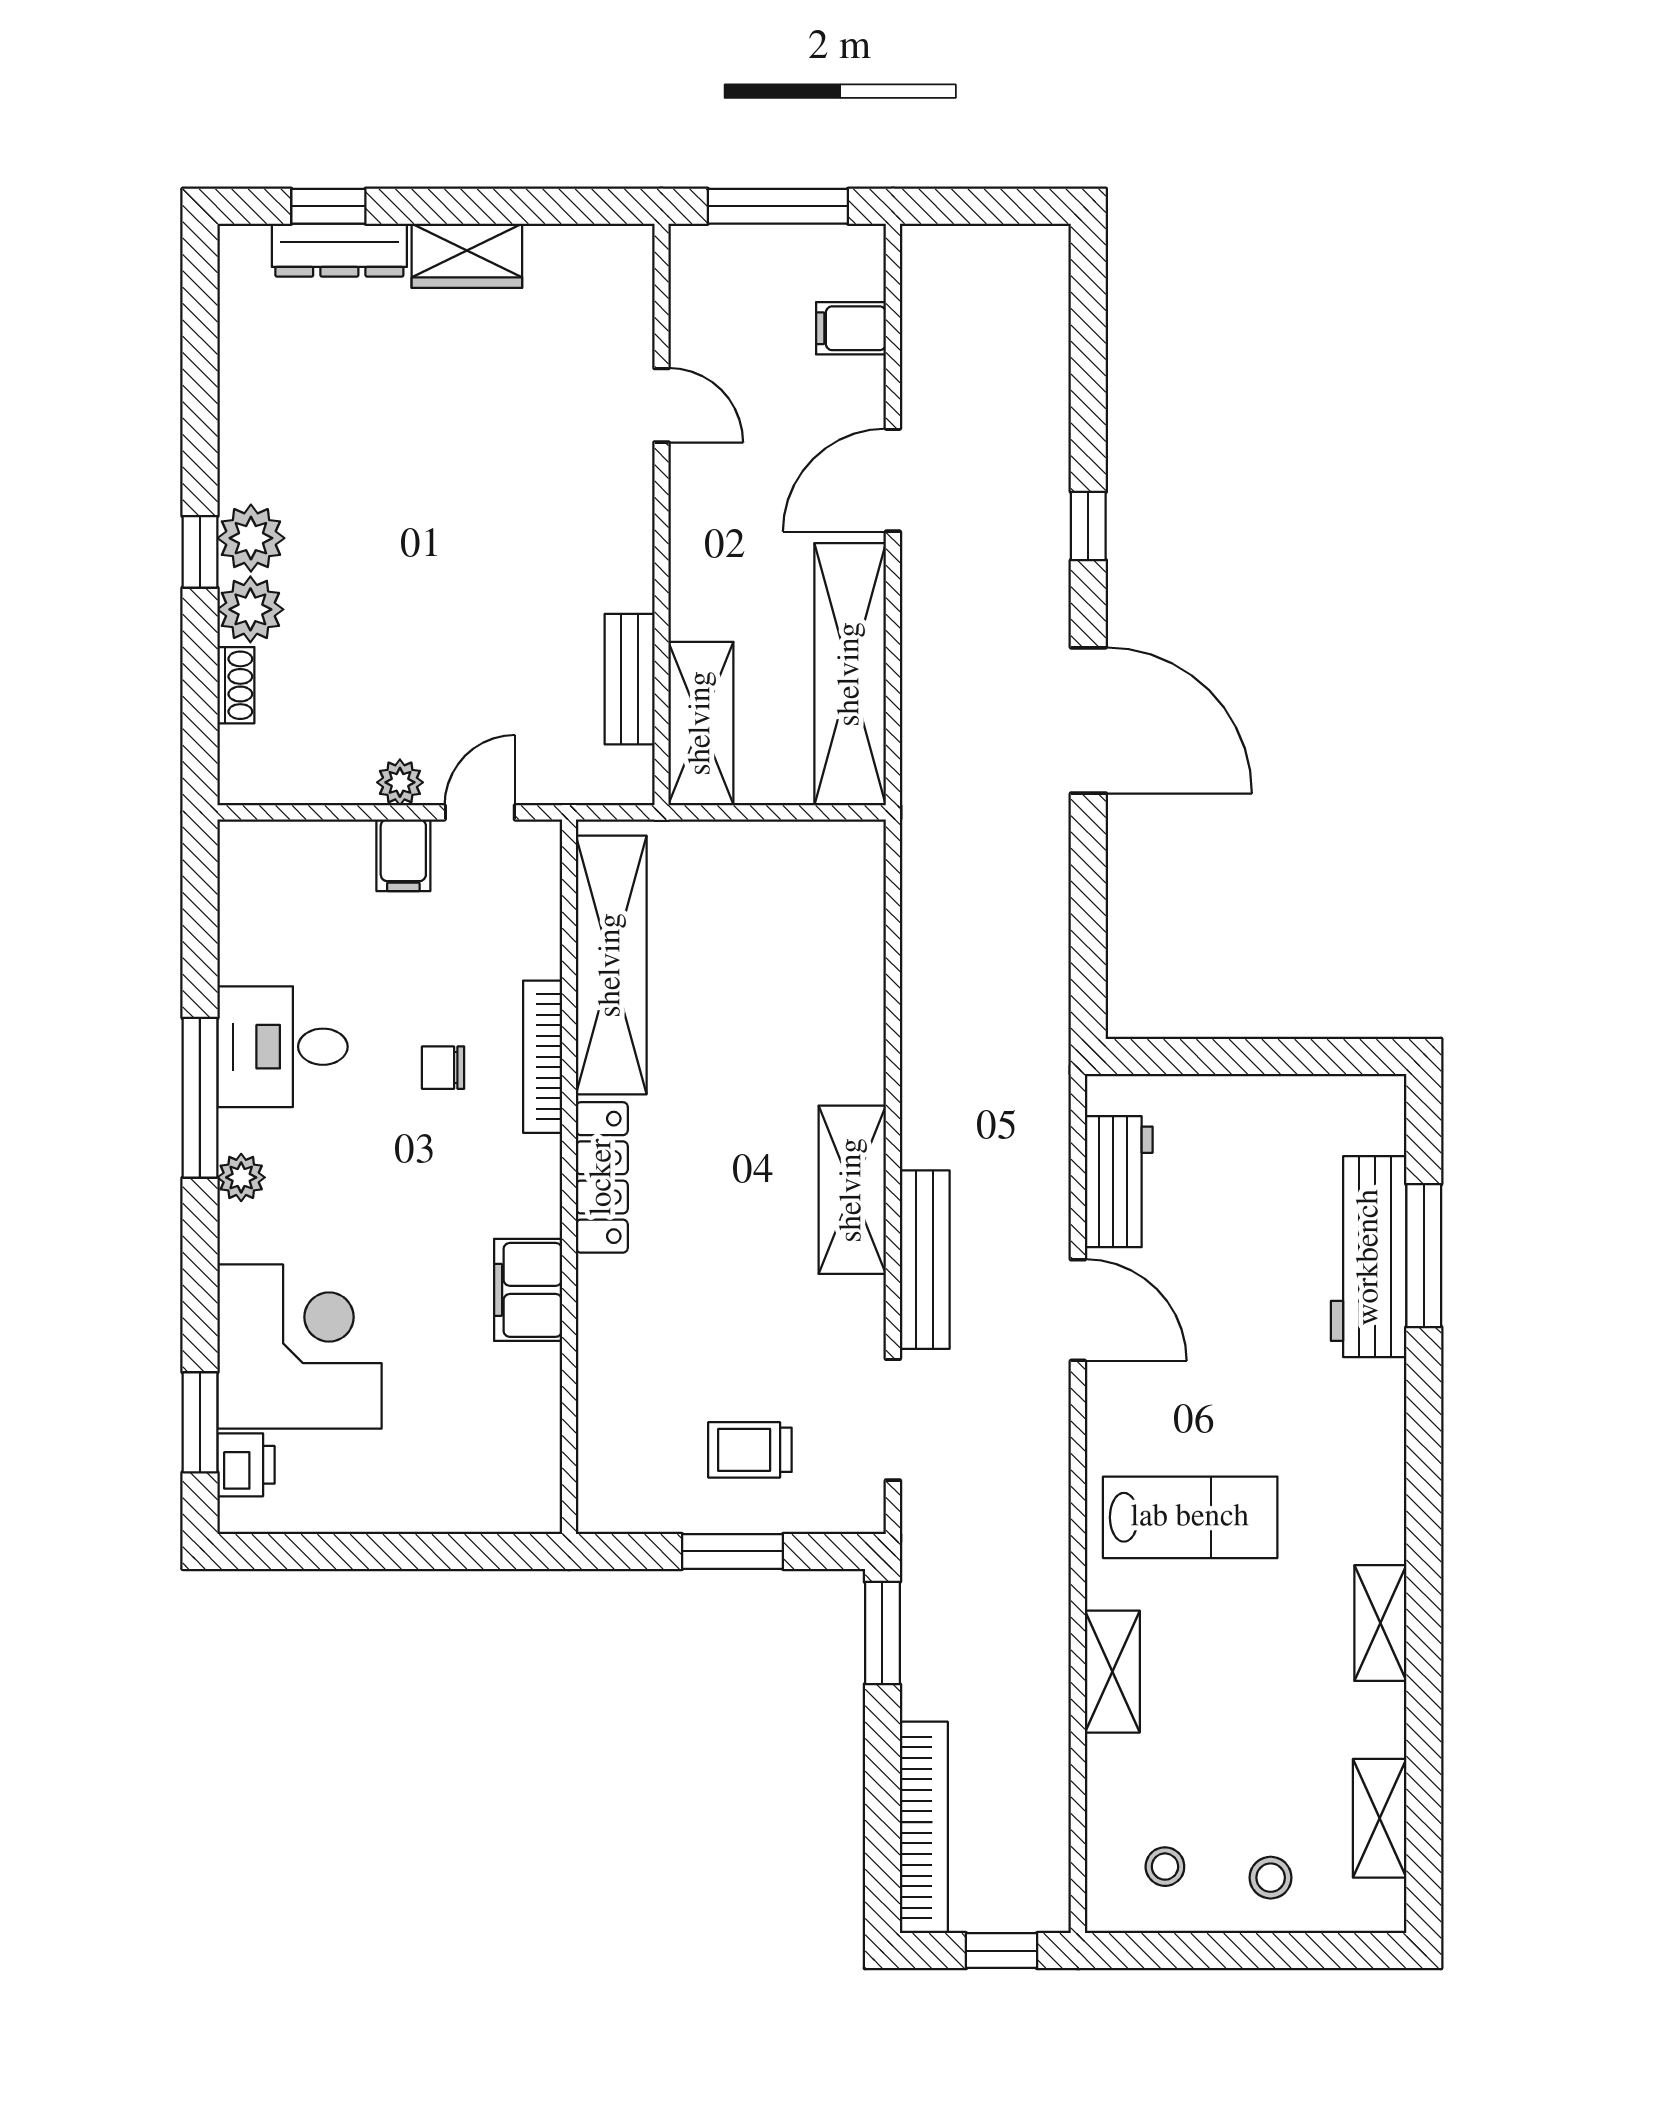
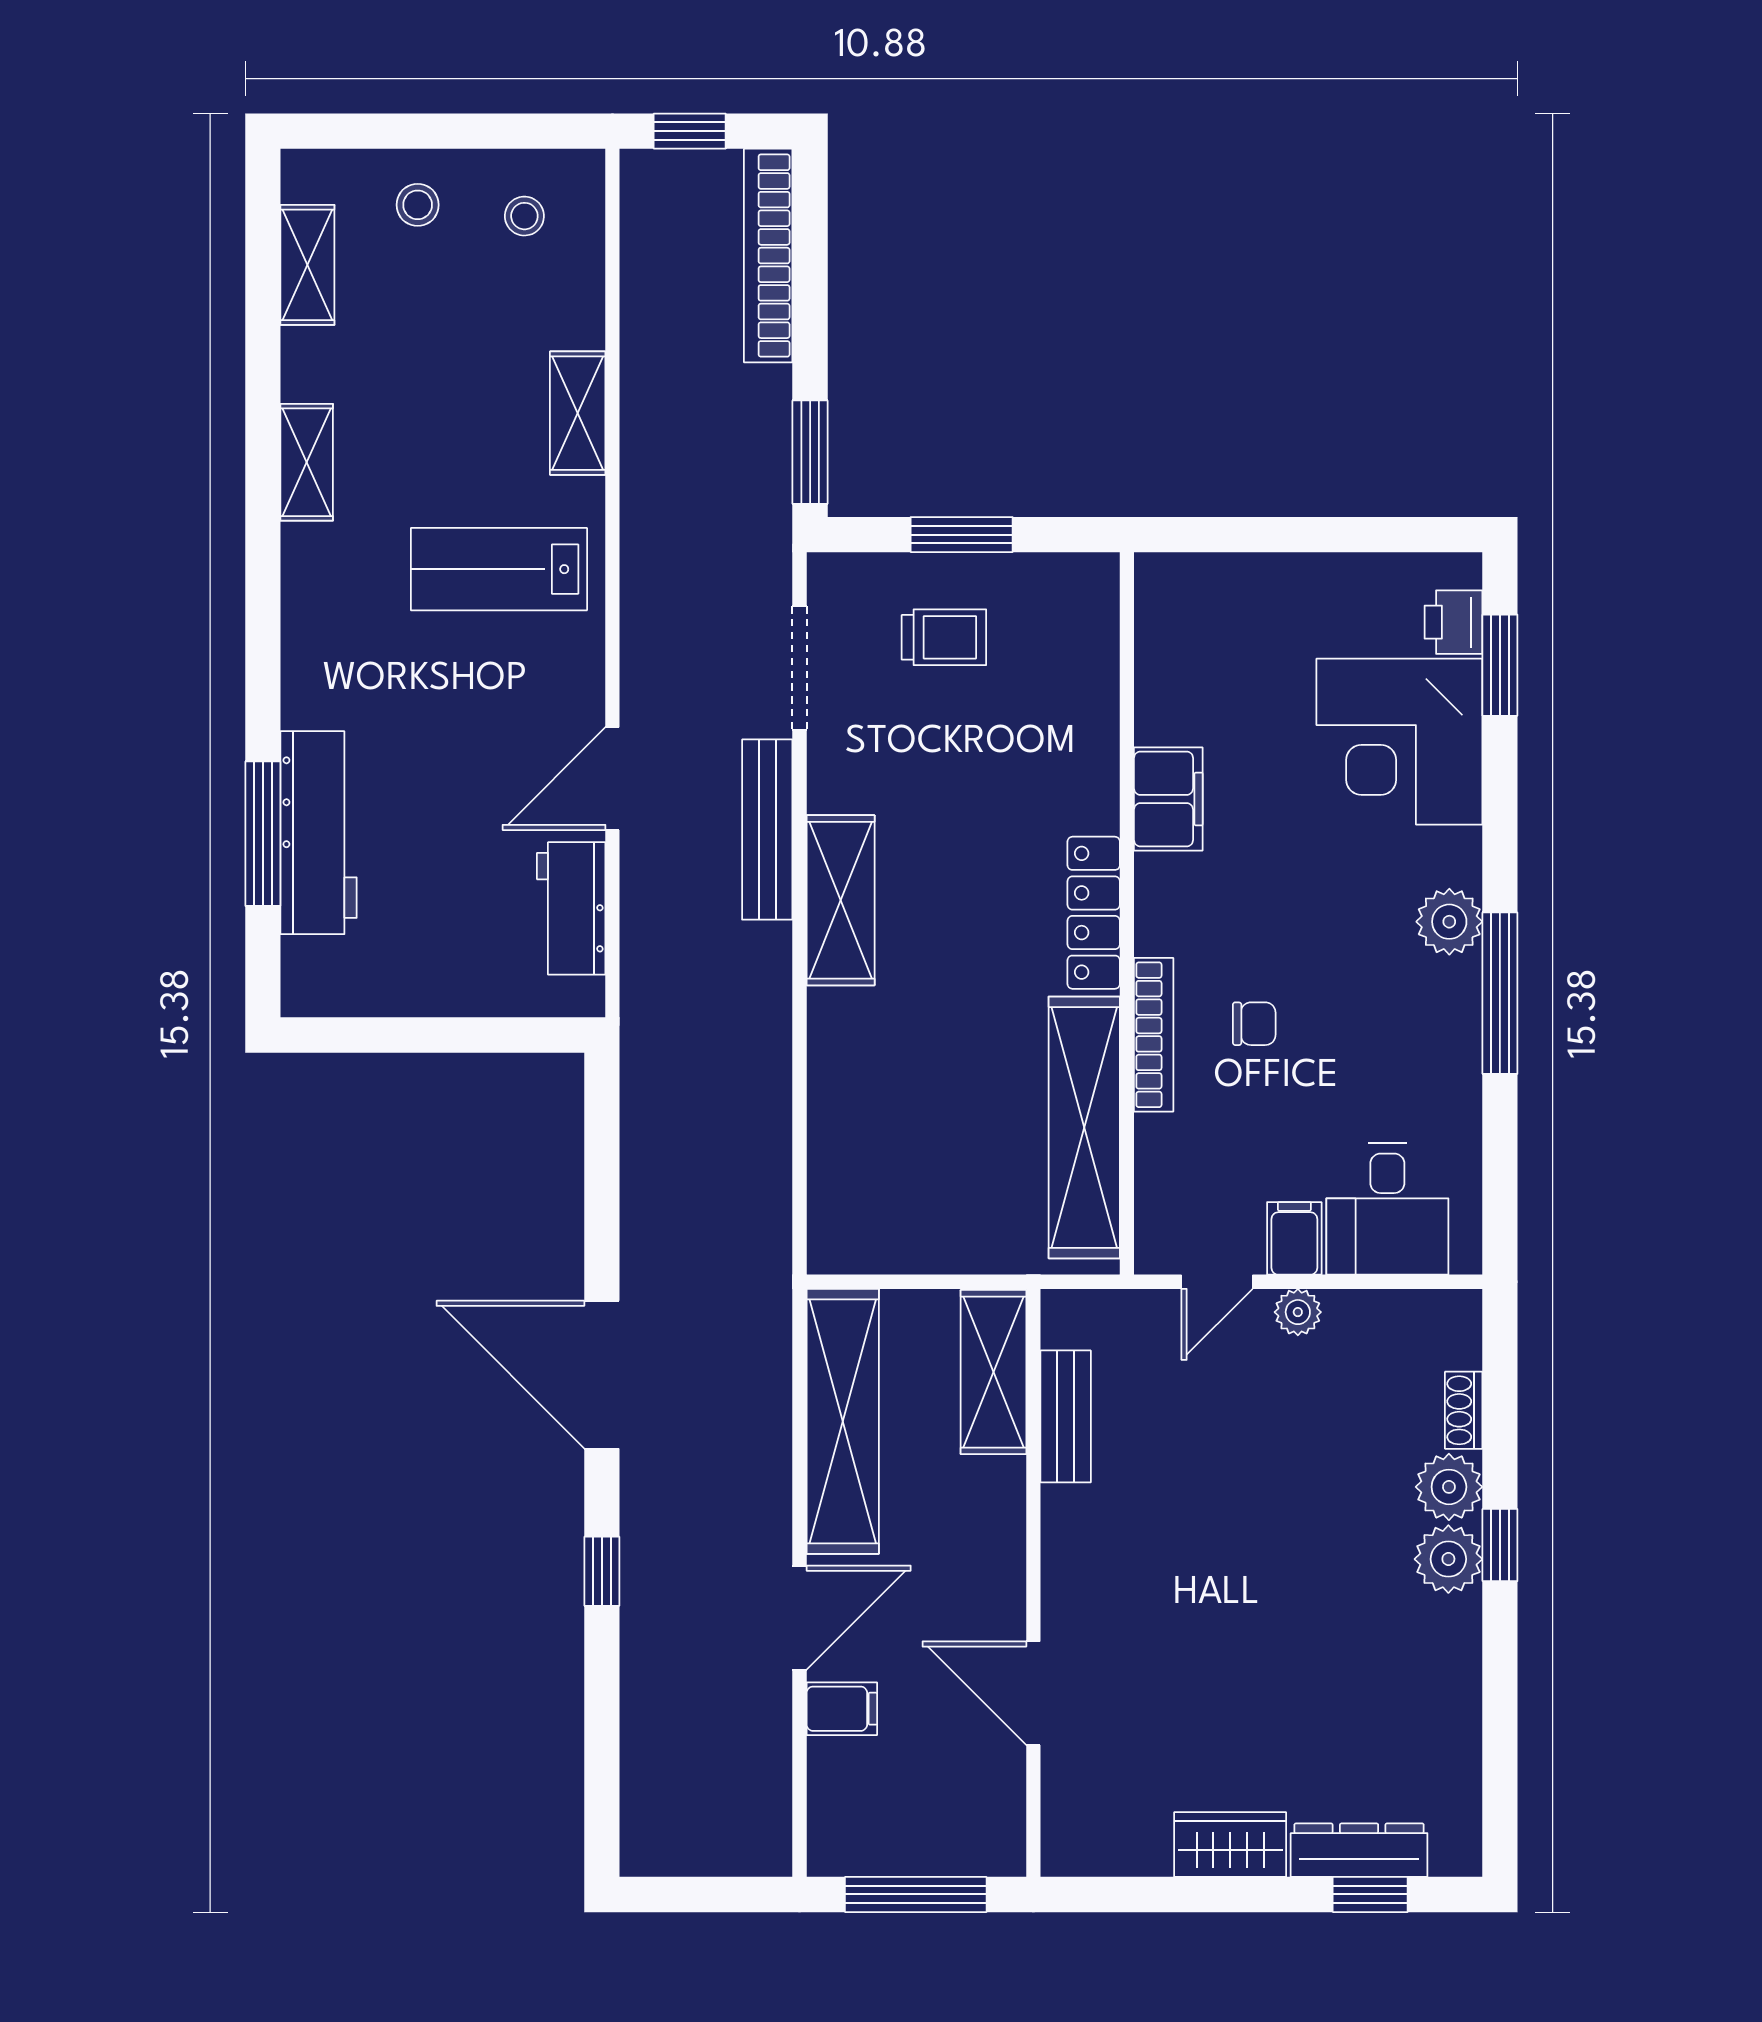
filing cabinet: (851, 328) -> (842, 1709), moved
door: (662, 405) -> (1033, 1693), width x1.38
desk: (282, 1047) -> (1387, 1209), moved, turned 90
plant: (241, 1177) -> (1449, 922), width x1.38, depth x1.38
door: (1078, 1310) -> (612, 779), hinge flipped

